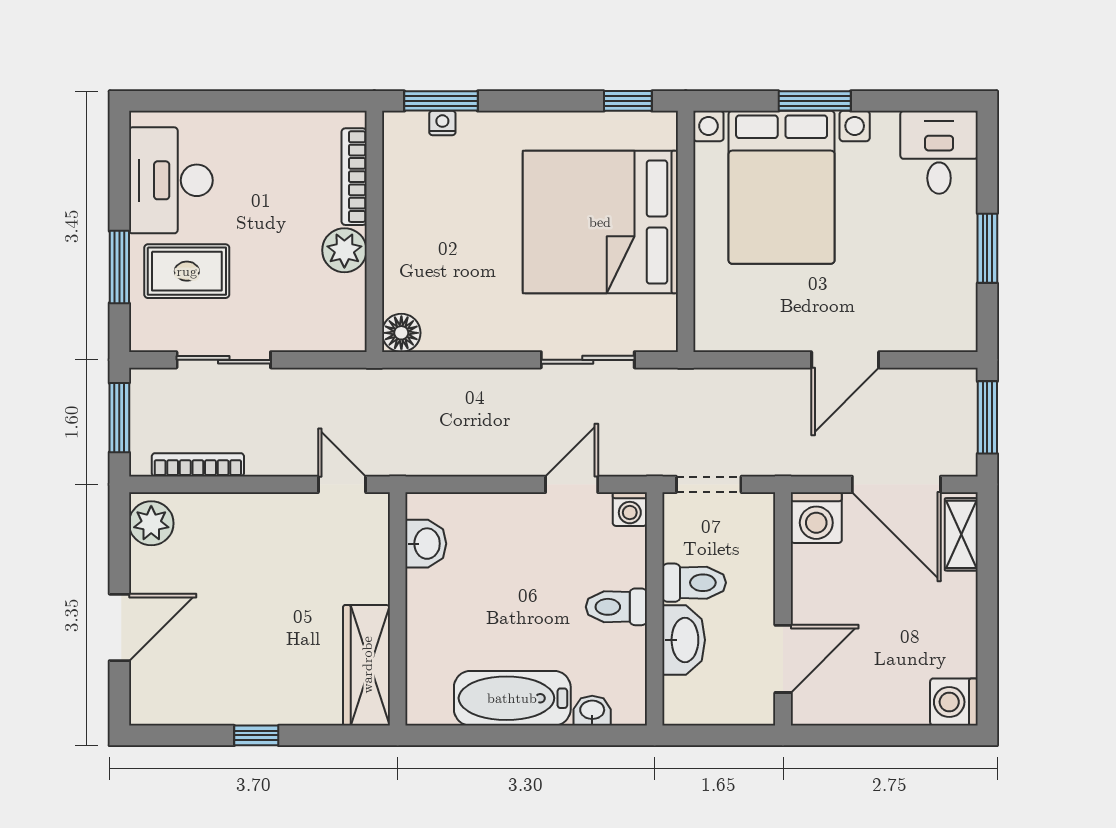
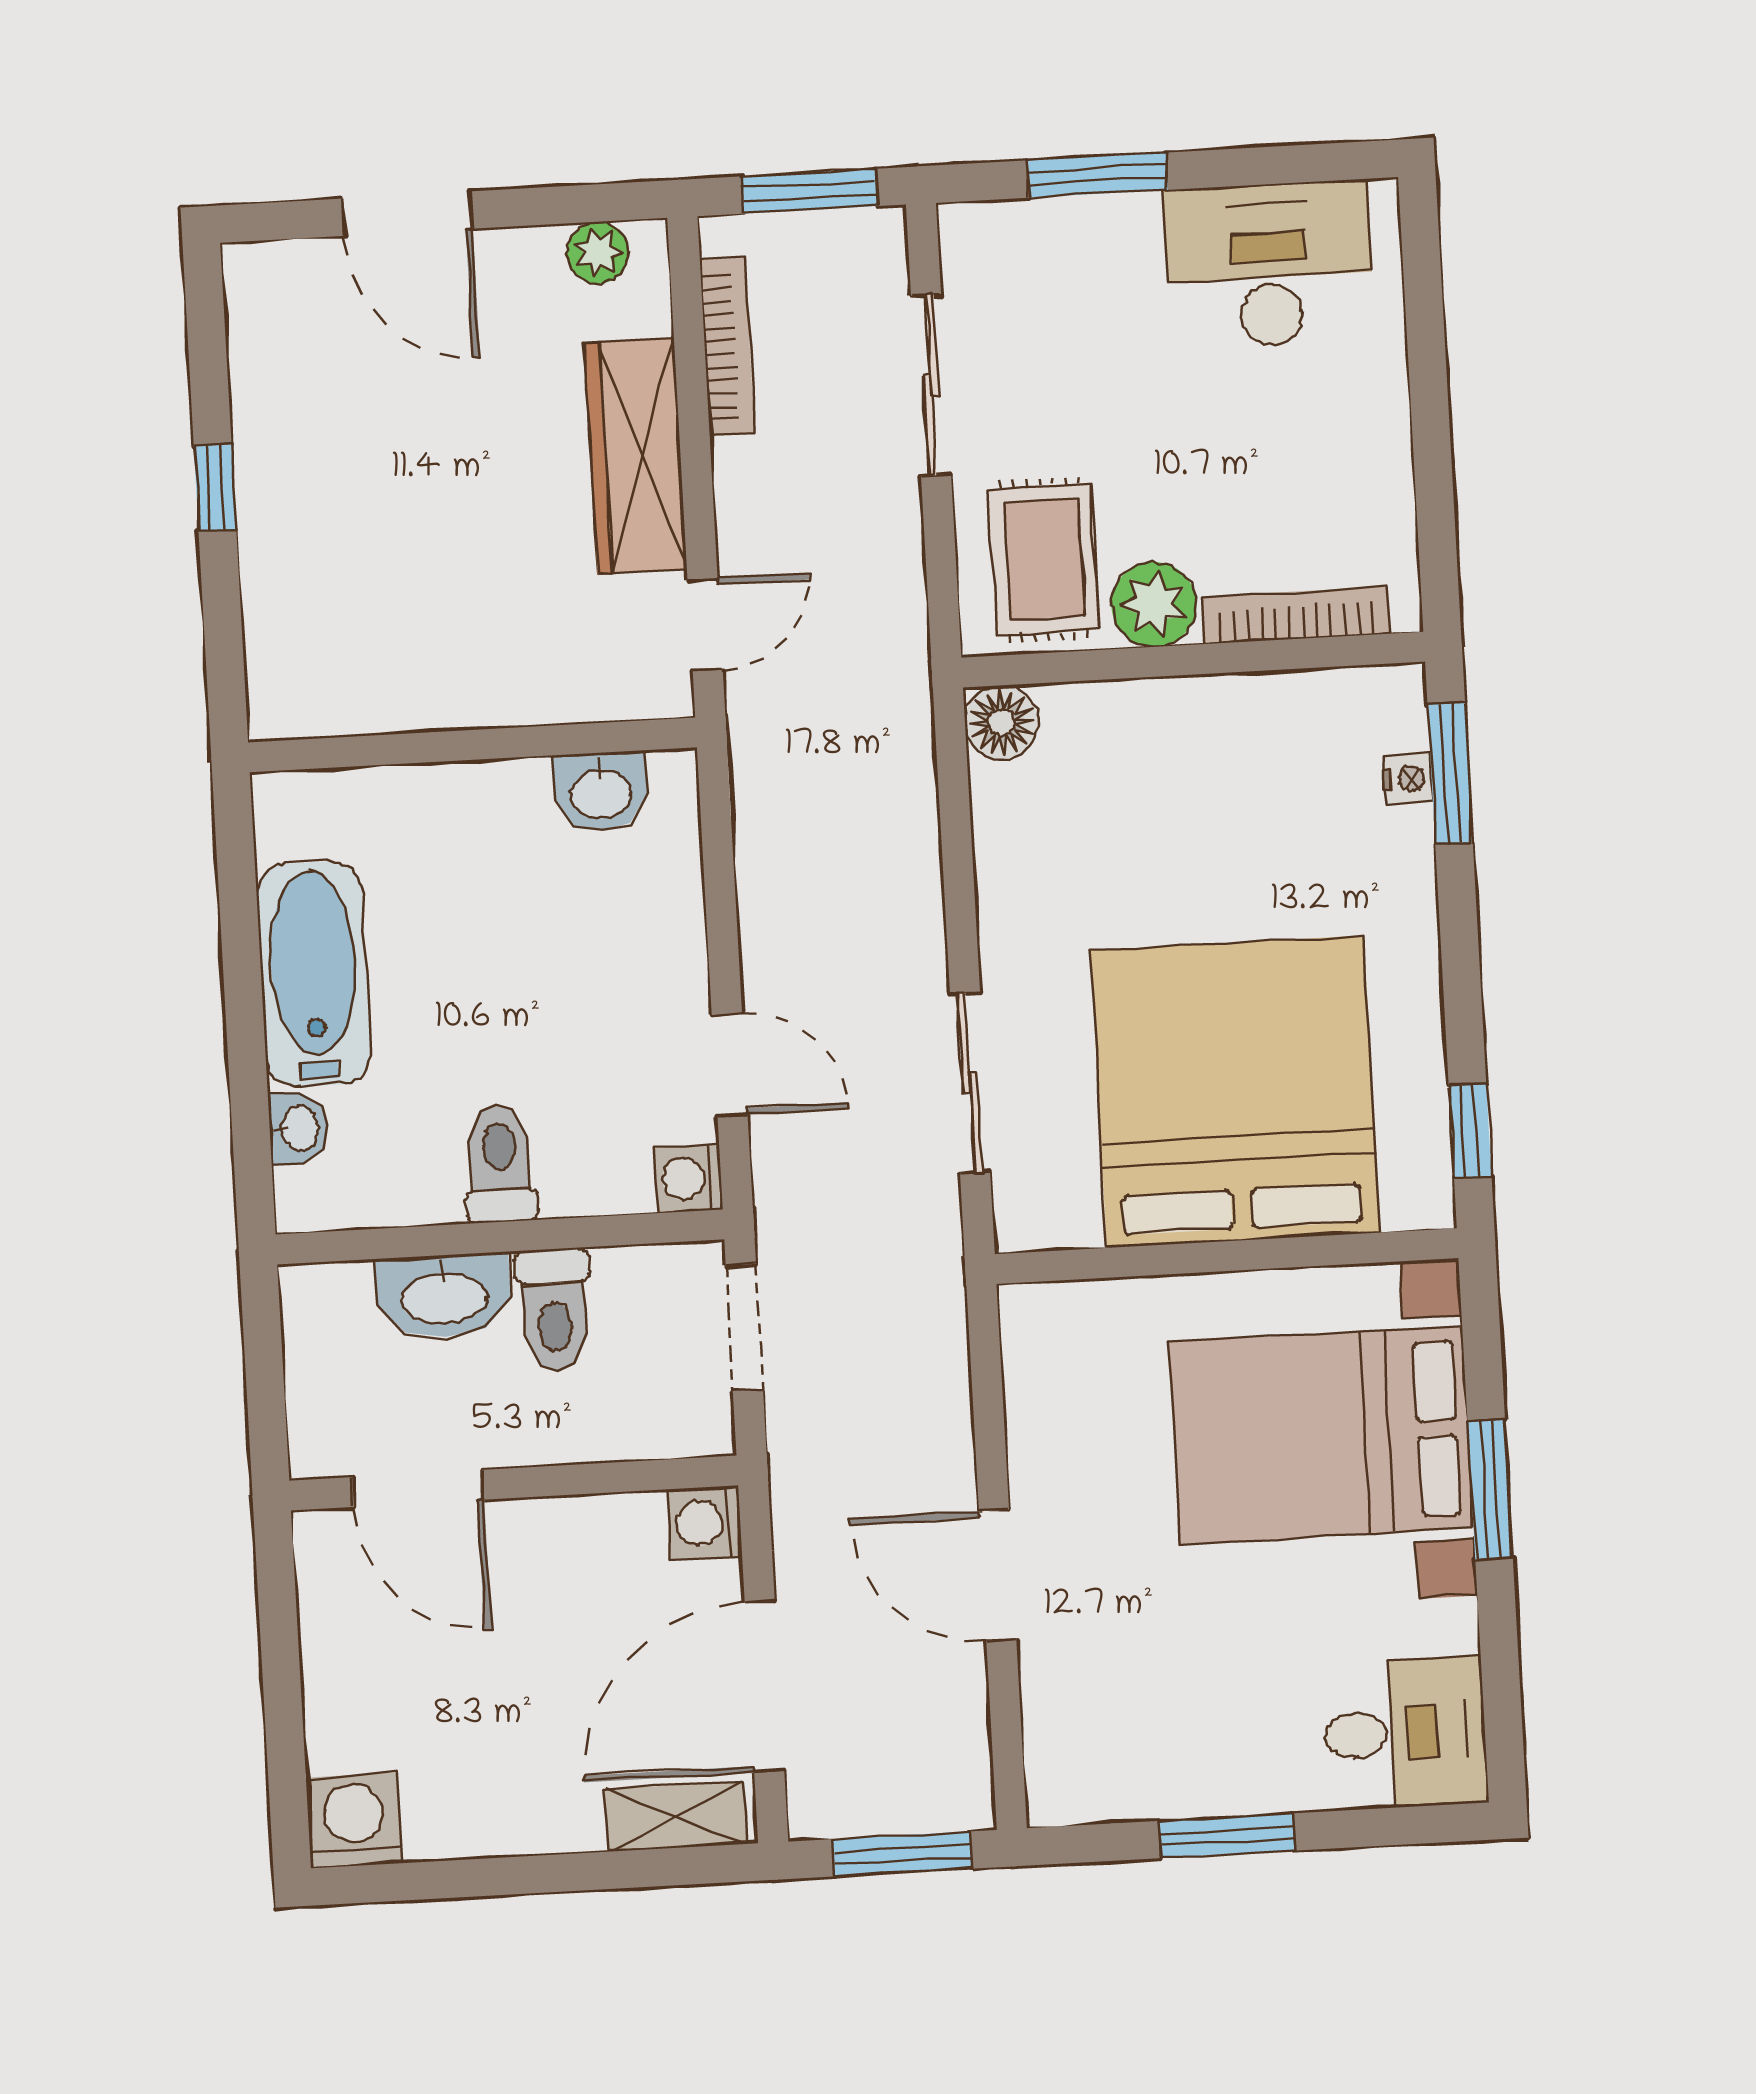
rug: (187, 271) -> (1044, 559), moved
washing machine: (816, 518) -> (705, 1523), width x0.73, depth x0.73
plant: (151, 523) -> (598, 253), width x0.73, depth x0.73
wardrobe: (367, 665) -> (636, 456), moved, turned -90

